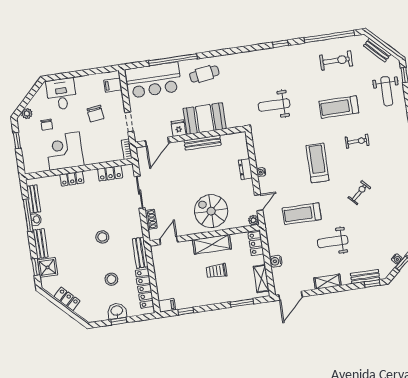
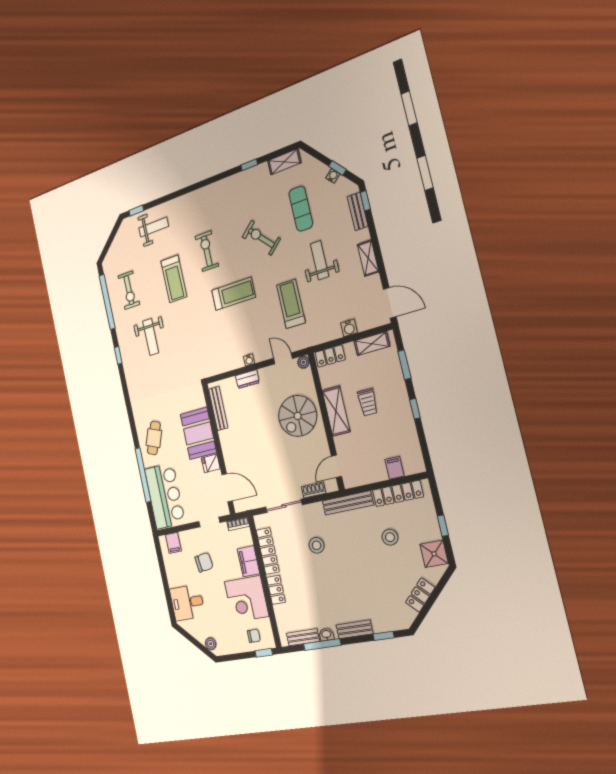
bench: (377, 50) -> (115, 246), removed
exercise bike: (336, 61) -> (129, 290), turned 180
cafe table: (204, 74) -> (154, 438), turned 30
weight bench: (274, 105) -> (151, 337), moved
chair: (47, 125) -> (254, 636), moved
window: (17, 141) -> (264, 653), moved
exercise bike: (357, 141) -> (207, 251), width x1.38, depth x1.39
bench: (203, 143) -> (218, 408), moved
filing cabinet: (96, 156) -> (248, 561), added
treadmill: (318, 163) -> (233, 294), turned 180
locker: (110, 173) -> (268, 551), width x1.53
exercise bike: (359, 193) -> (261, 238), width x1.38, depth x1.39
treadmill: (302, 214) -> (291, 304), turned 180
exercise mat: (376, 230) -> (301, 209), added
stool: (102, 237) -> (317, 545), moved
door: (169, 241) -> (336, 466), hinge flipped
weight bench: (333, 242) -> (319, 260), turned 180
bench: (140, 253) -> (348, 503), width x1.36
shower: (48, 267) -> (434, 554), moved
filing cabinet: (167, 305) -> (394, 468), moved
washbasin: (117, 311) -> (430, 529), removed
window: (186, 311) -> (415, 409), moved

